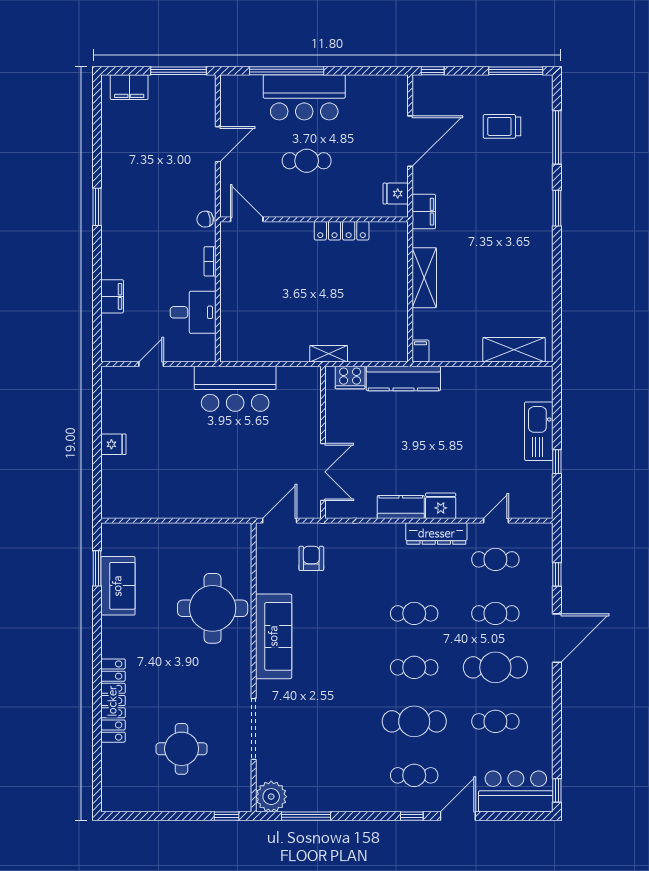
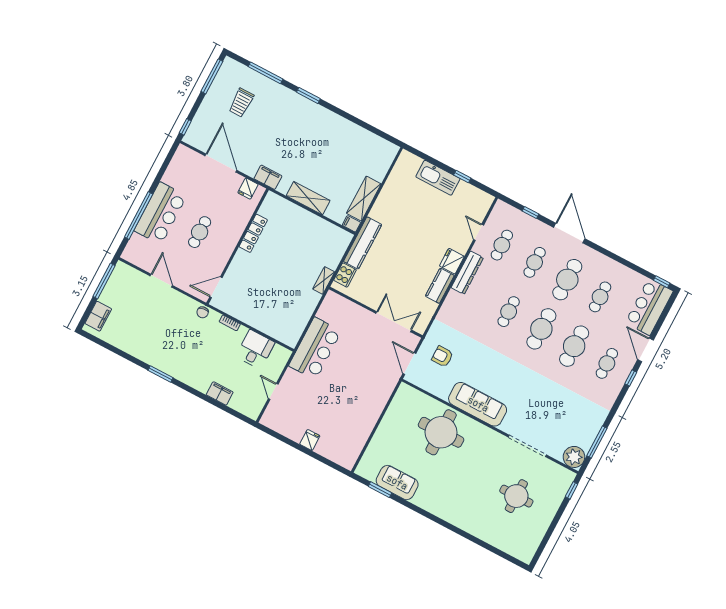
shelving: (514, 350) -> (364, 199), moved
cafe table: (414, 667) -> (541, 329), width x1.37, depth x1.35
locker: (113, 701) -> (465, 522), removed

